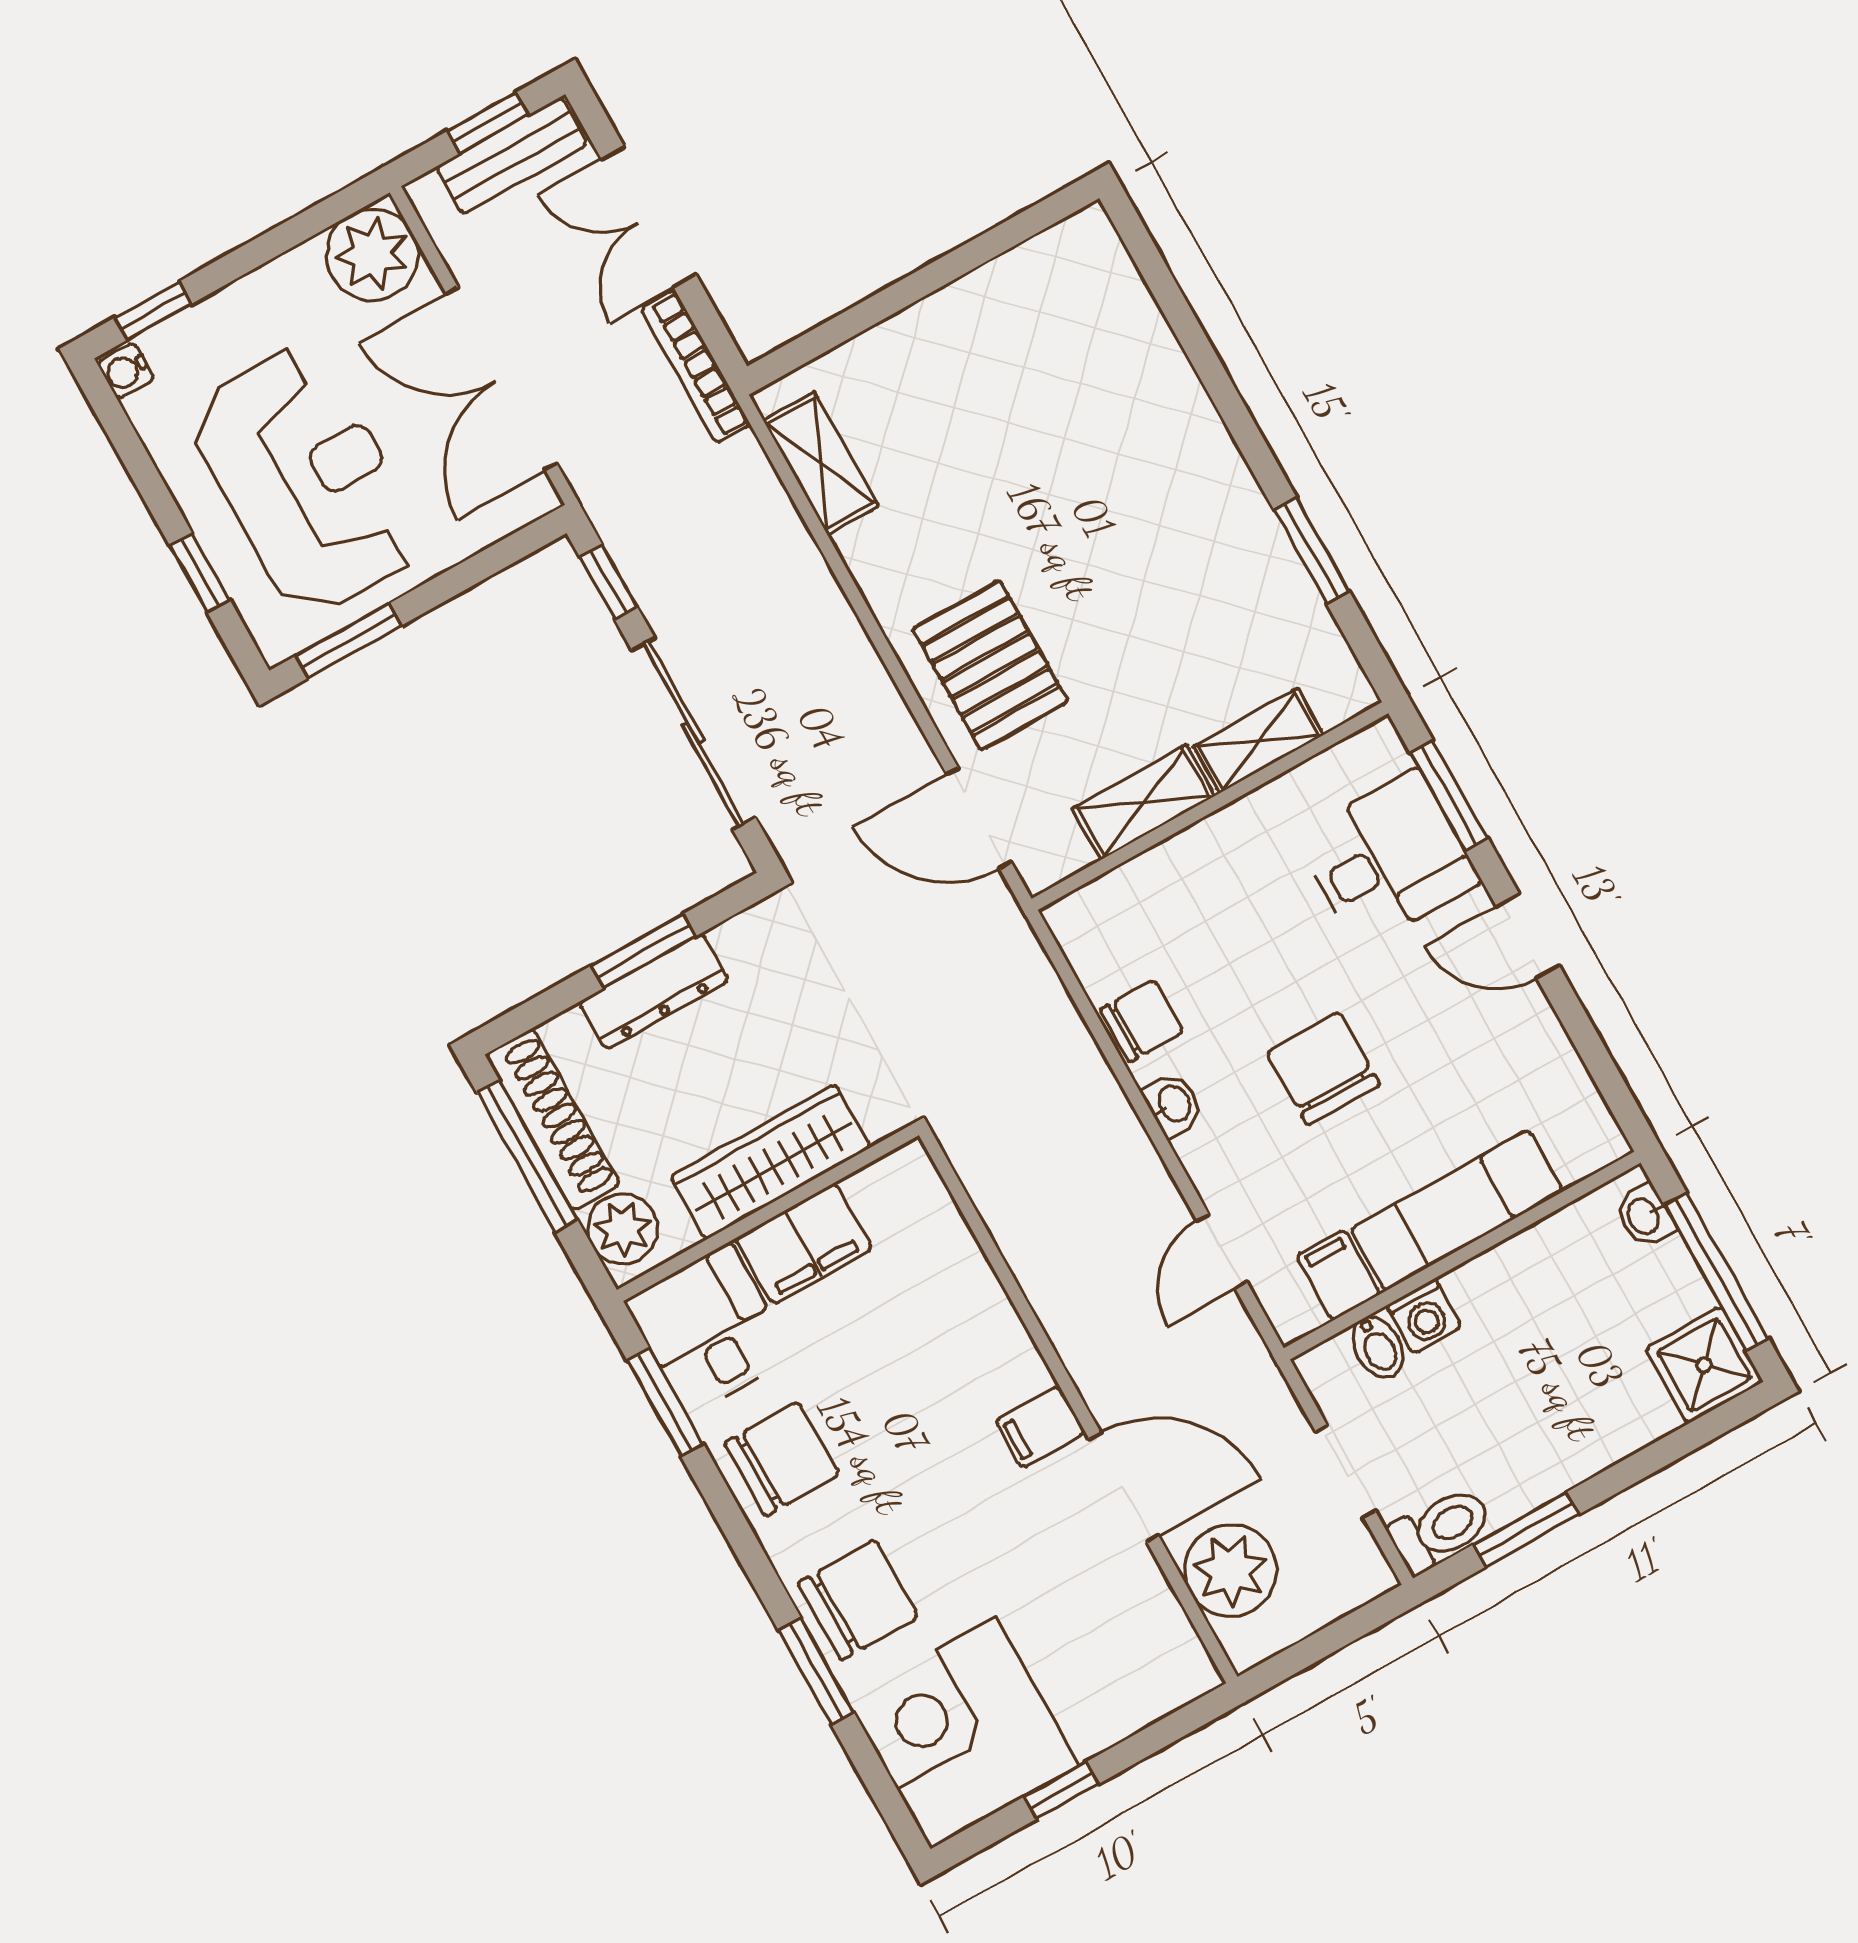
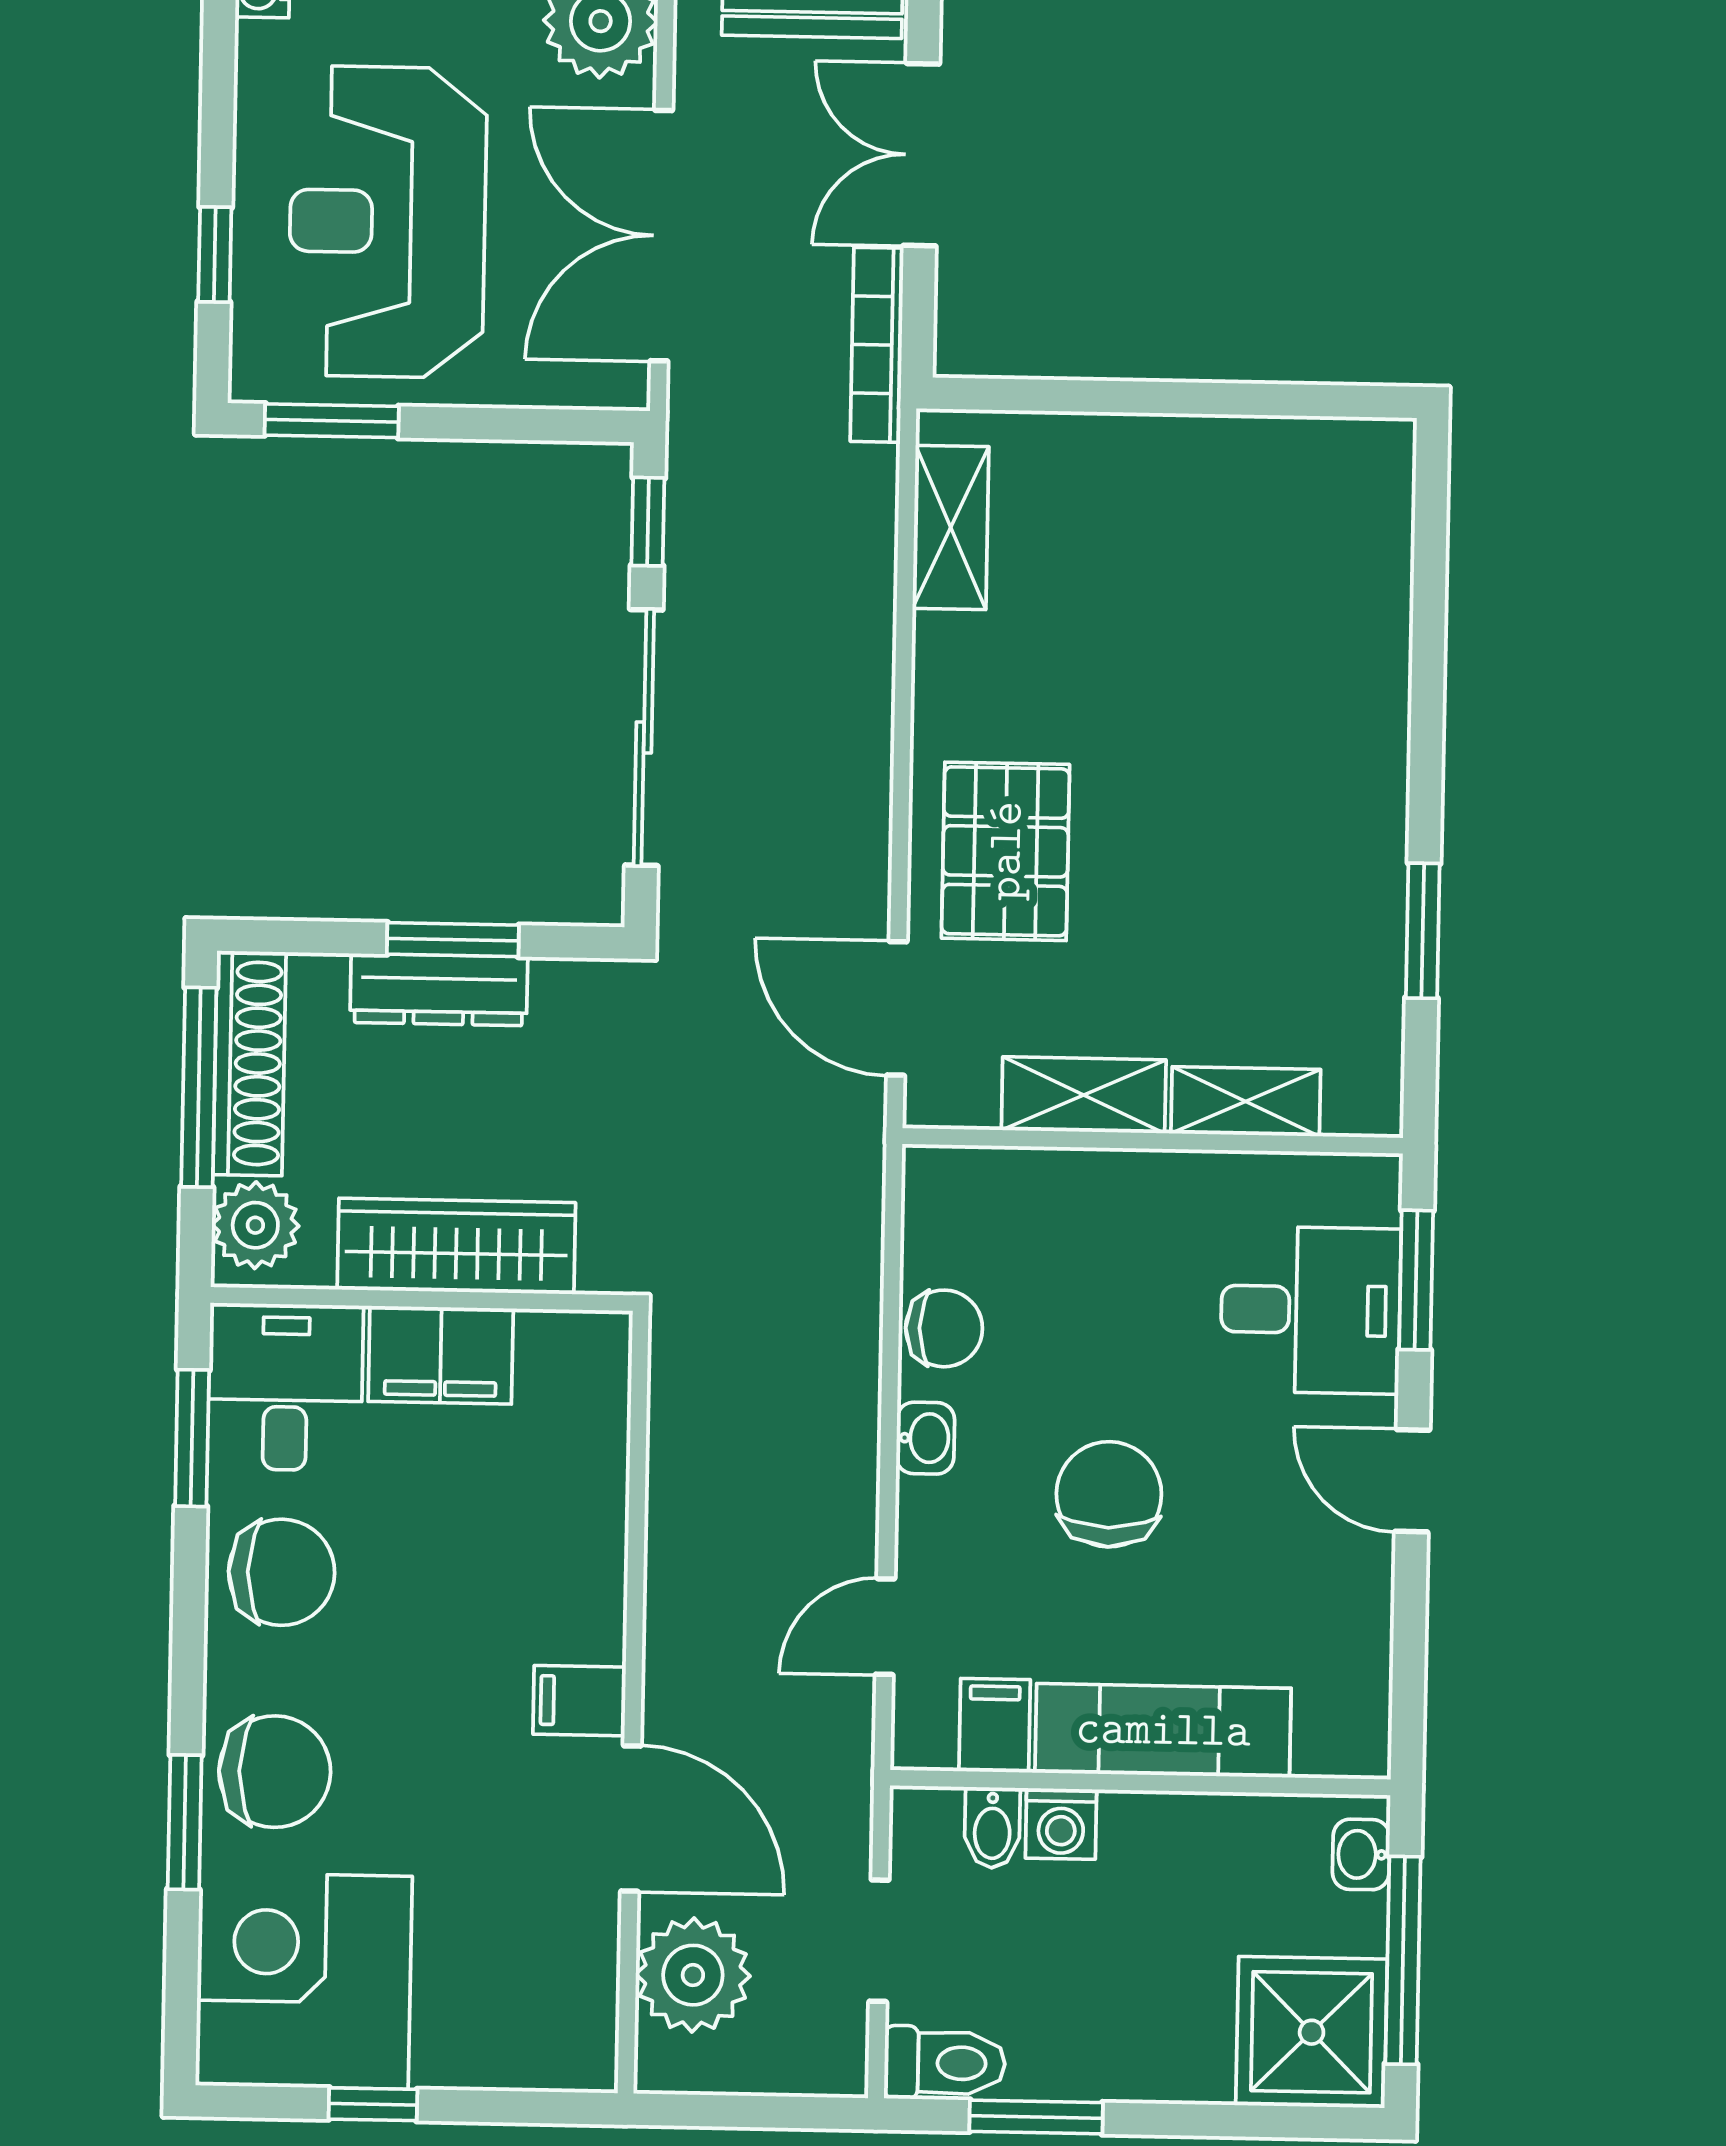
reception desk: (306, 480) -> (387, 222), turned 180
shower: (1704, 1365) -> (1312, 2032), width x1.36, depth x1.36

